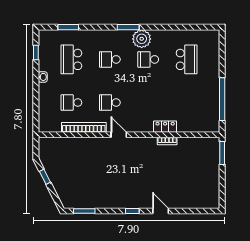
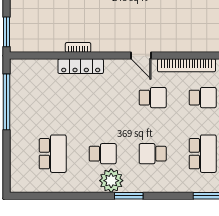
school desk: (110, 59) -> (153, 154), turned 180
school desk: (187, 59) -> (53, 154), turned 180
locker: (165, 127) -> (81, 66), width x1.53

